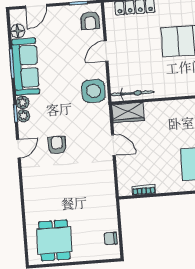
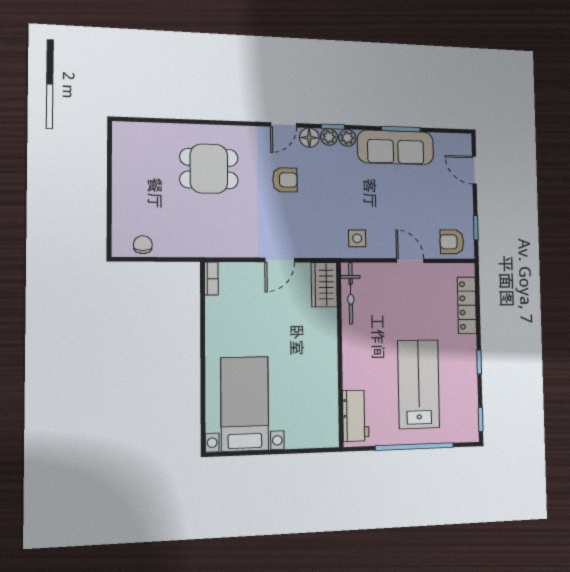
floor lamp: (18, 31) -> (309, 138), moved
side table: (94, 91) -> (357, 238), width x0.54, depth x0.54
door: (18, 149) -> (284, 125), hinge flipped
bookcase: (144, 190) -> (211, 279), moved
dining table: (54, 240) -> (209, 169), moved

